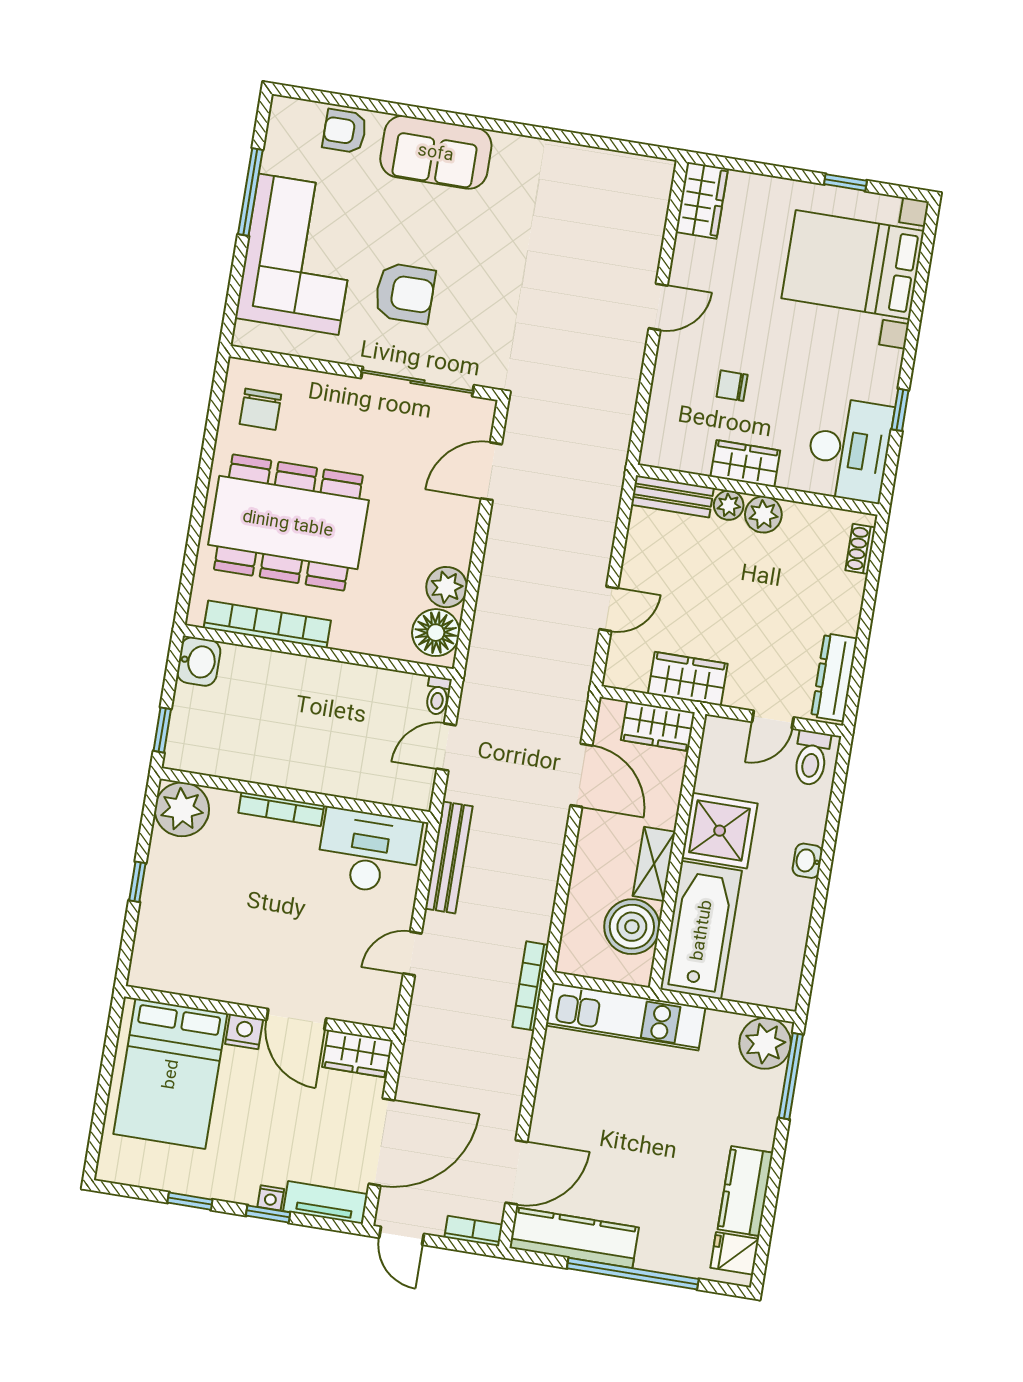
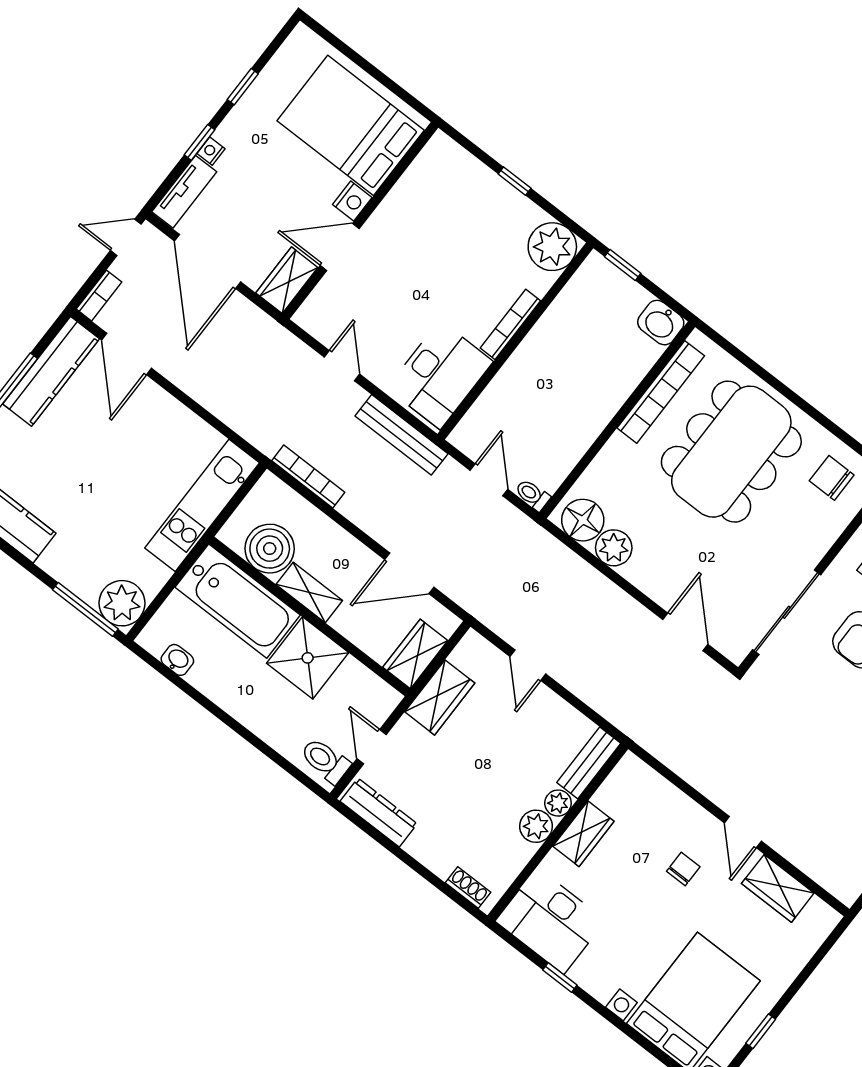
wardrobe: (702, 200) -> (778, 888), moved
chair: (732, 386) -> (683, 869), moved
washbasin: (807, 861) -> (177, 660), moved
bookcase: (530, 986) -> (308, 477), moved

